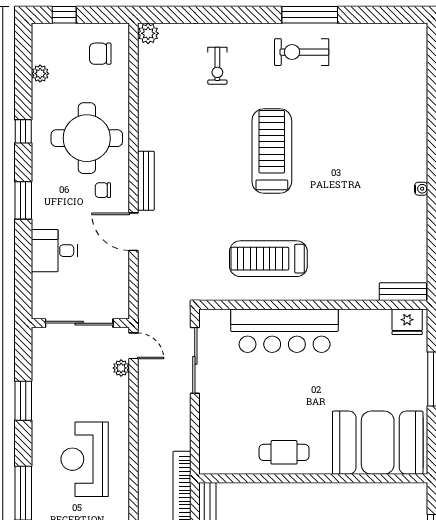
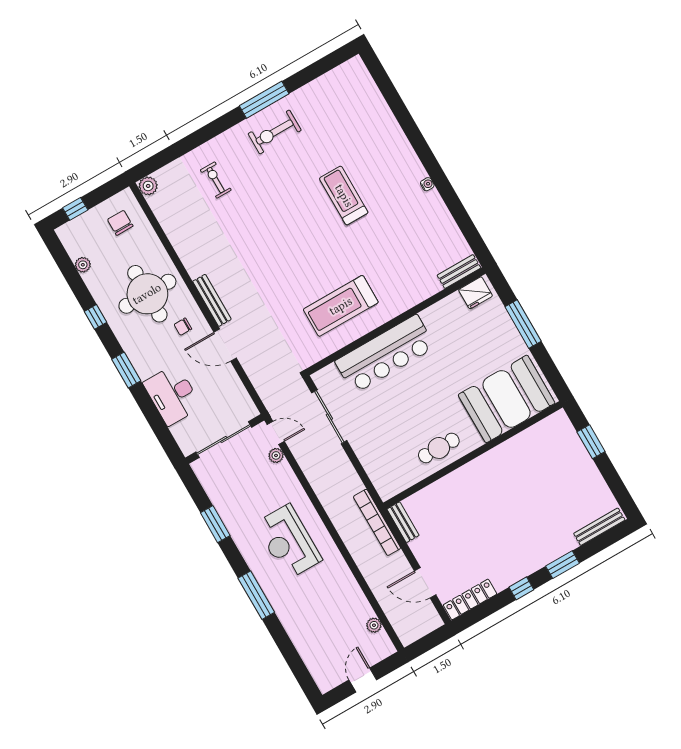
chair: (100, 54) -> (120, 223), turned 90
exercise bike: (217, 66) -> (216, 180), turned 180
treadmill: (272, 151) -> (344, 196), moved, width x0.73, depth x0.73
desk: (54, 251) -> (172, 395), width x1.37

